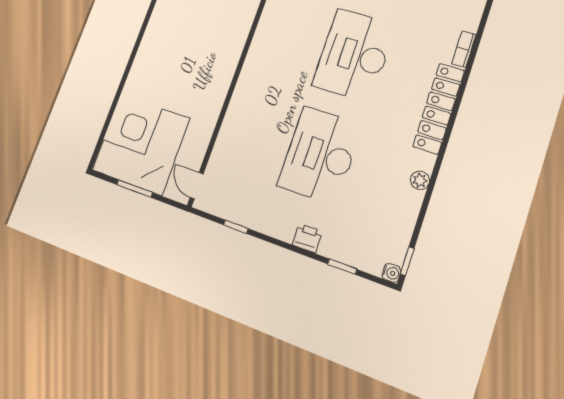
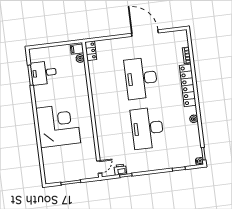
corner desk: (141, 144) -> (58, 126), moved, turned 90
door: (197, 186) -> (99, 167), swing flipped
printer: (307, 238) -> (120, 170), moved

